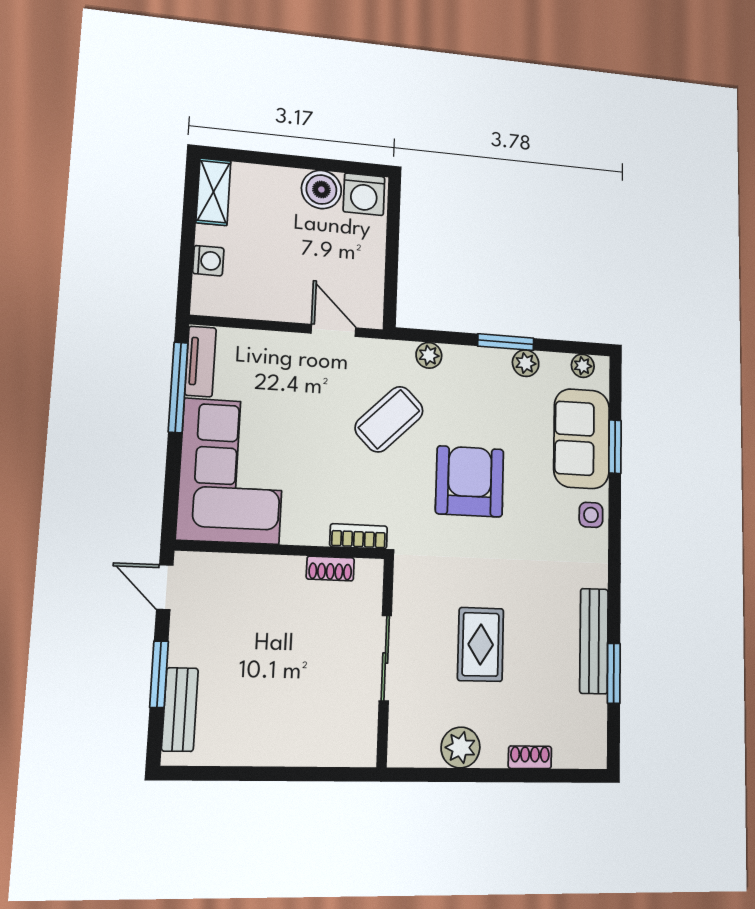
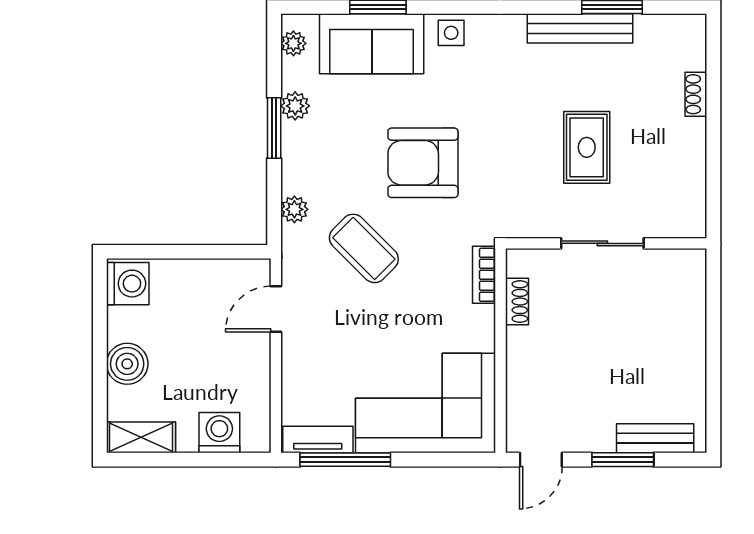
boiler: (321, 189) -> (127, 364), moved
washing machine: (208, 261) -> (219, 433), width x1.38, depth x1.38
rug: (481, 644) -> (587, 147), turned 90
plant: (461, 747) -> (687, 165), removed

